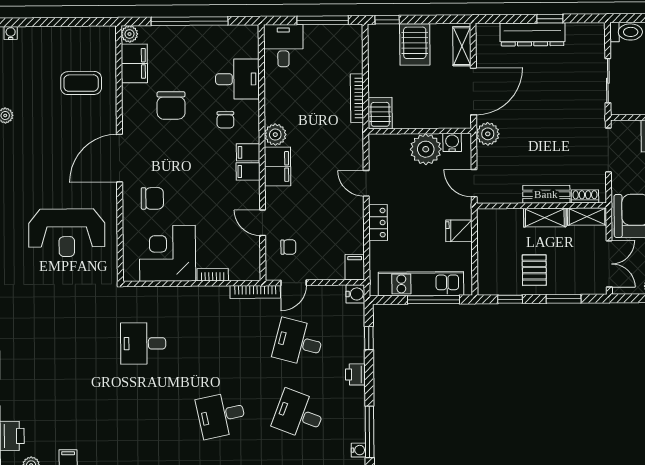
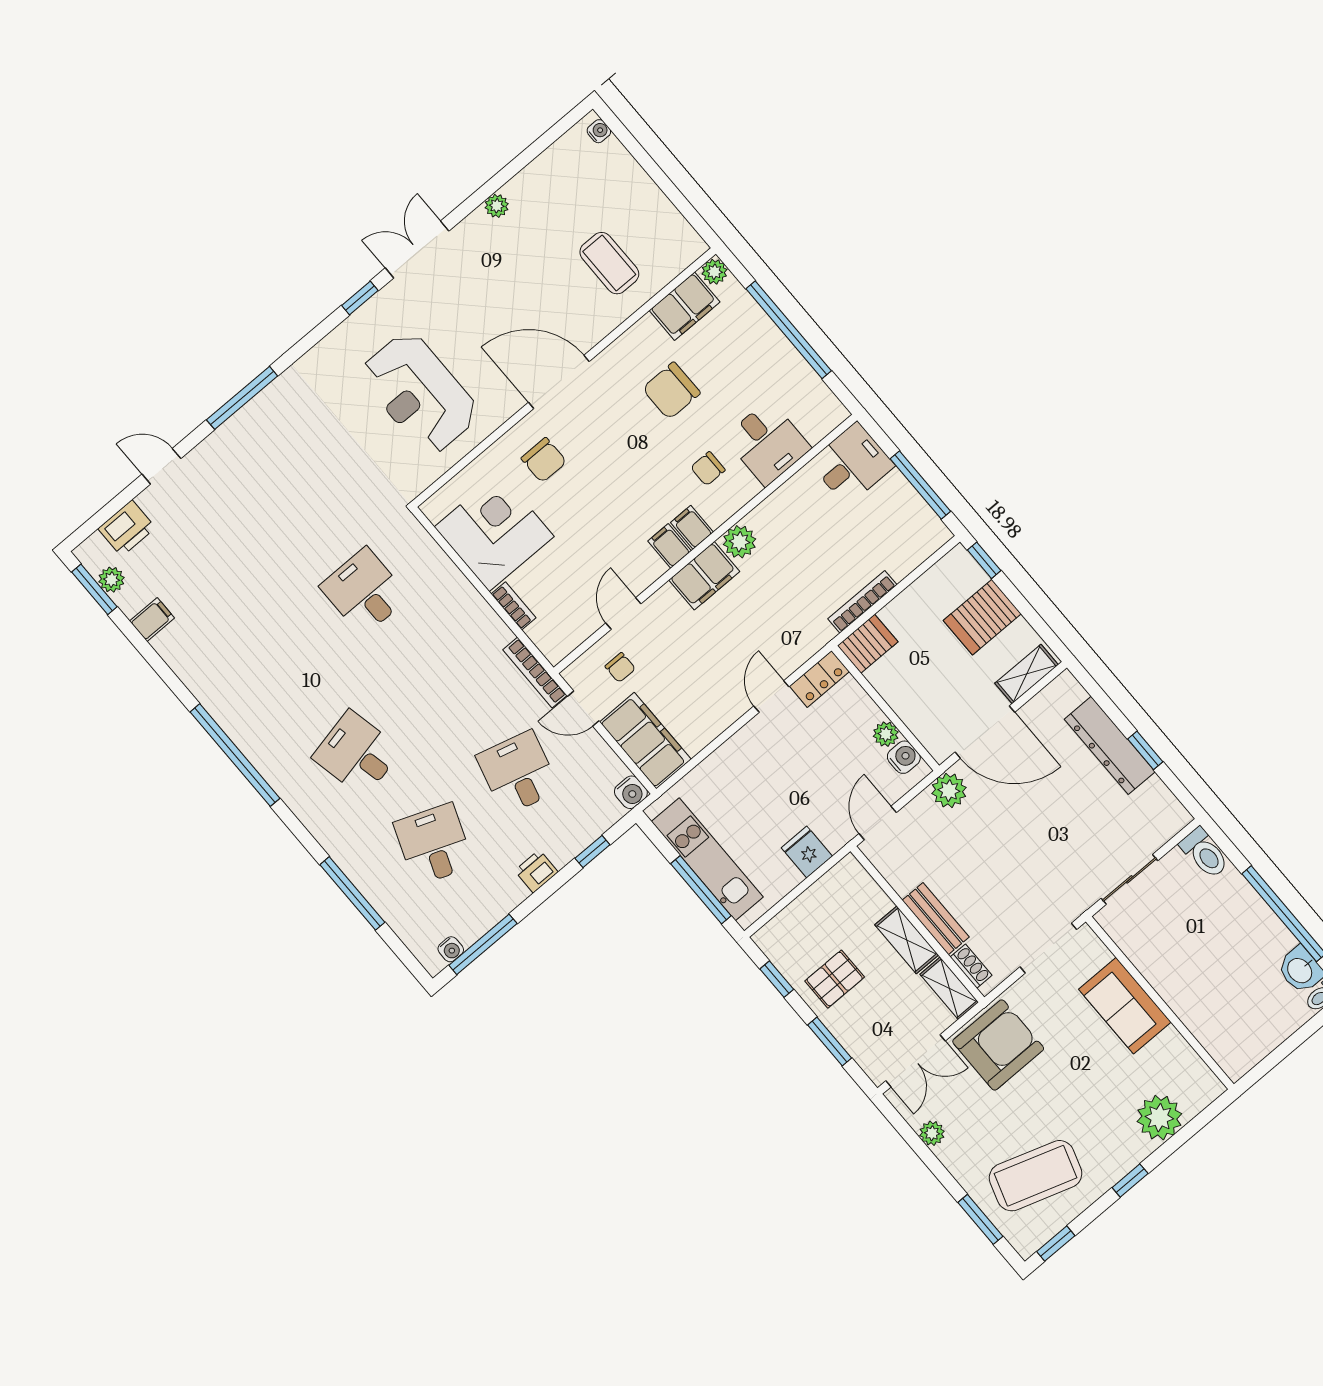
plant: (426, 149) -> (886, 734), width x0.53, depth x0.53
locker: (378, 223) -> (819, 679), moved
filing cabinet: (355, 267) -> (645, 741), width x3.00, depth x1.17

